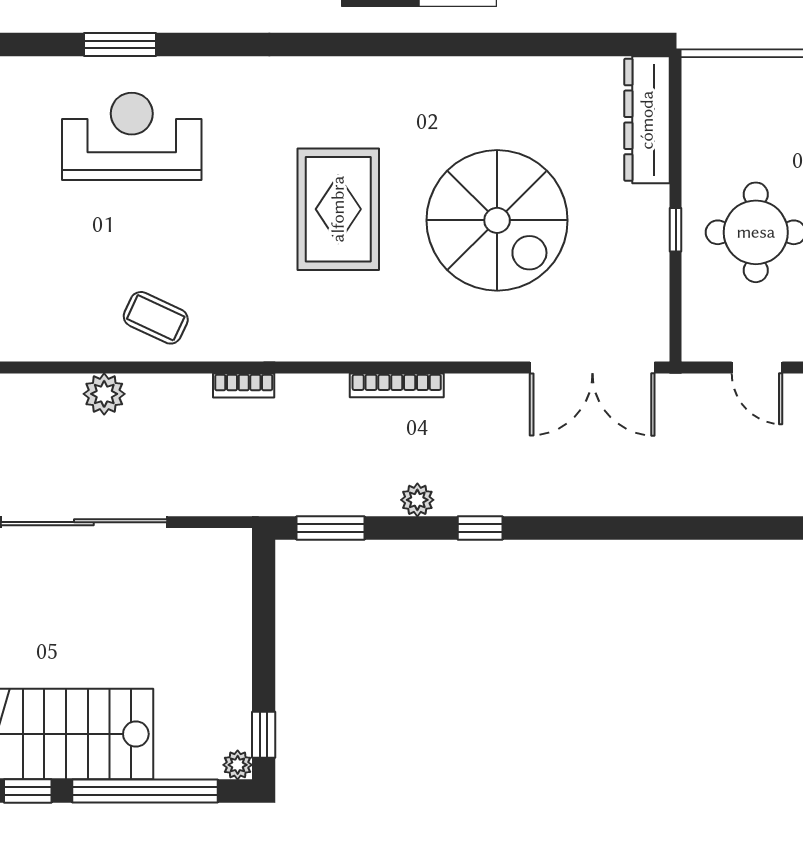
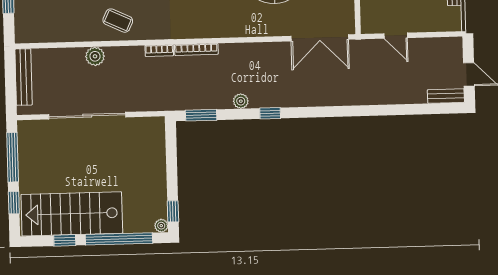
bookcase: (397, 385) -> (196, 49), moved

